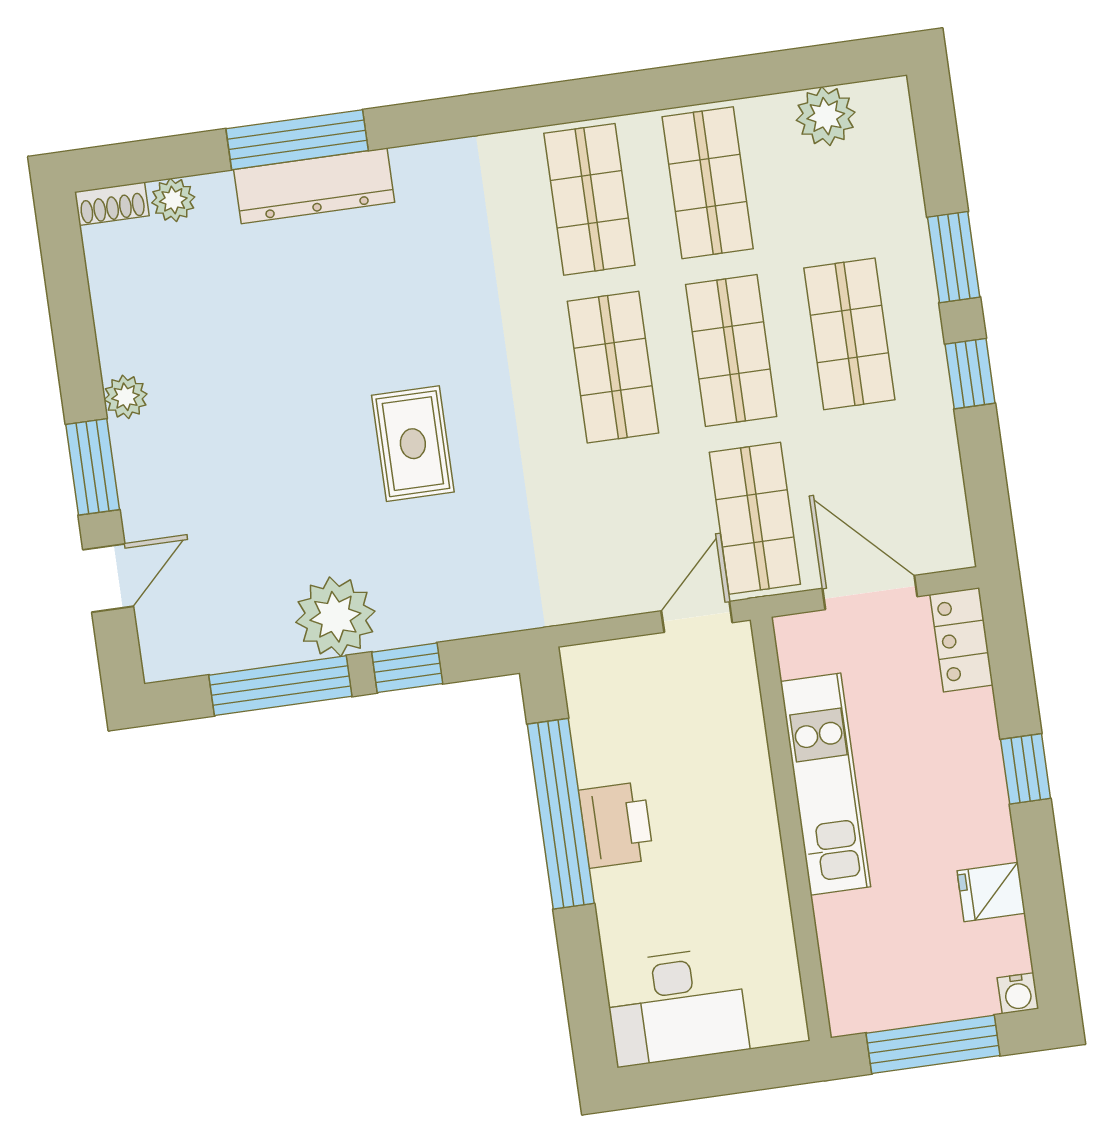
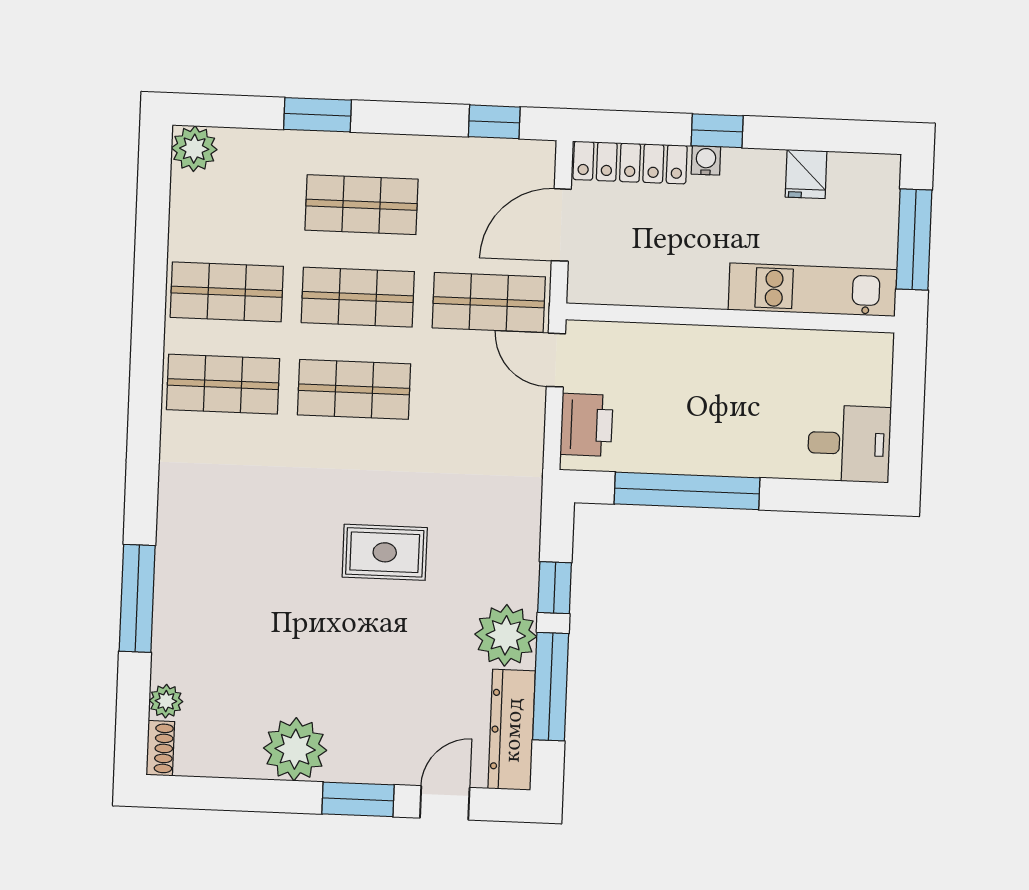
plant: (826, 116) -> (194, 149), moved
dresser: (314, 186) -> (512, 730), moved, turned 180
window: (970, 374) -> (494, 122), moved
plant: (126, 397) -> (295, 749), width x1.87, depth x1.87
door: (108, 578) -> (445, 803), hinge flipped
locker: (962, 640) -> (630, 163), width x1.53
kitchen unit: (825, 784) -> (813, 290), moved
printer: (616, 825) -> (587, 425), moved, turned 90
water cooler: (1018, 993) -> (706, 160), moved, turned -90
desk: (676, 1007) -> (849, 444), width x0.73

